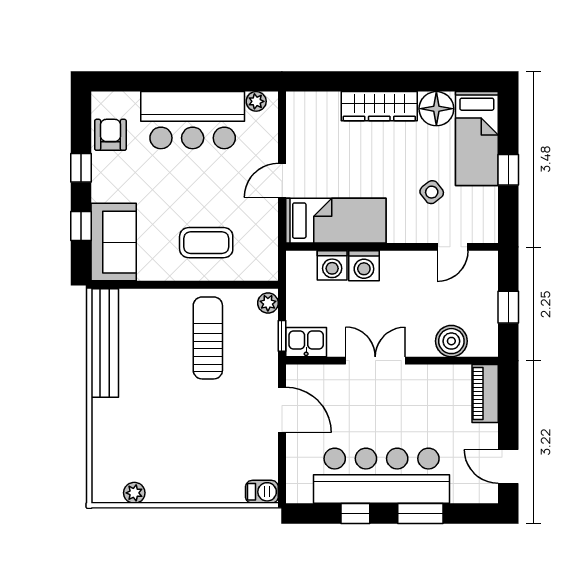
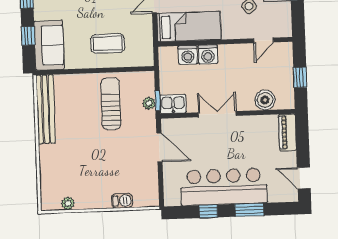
plant: (268, 303) -> (149, 103), moved
barbecue: (262, 492) -> (122, 201), moved

